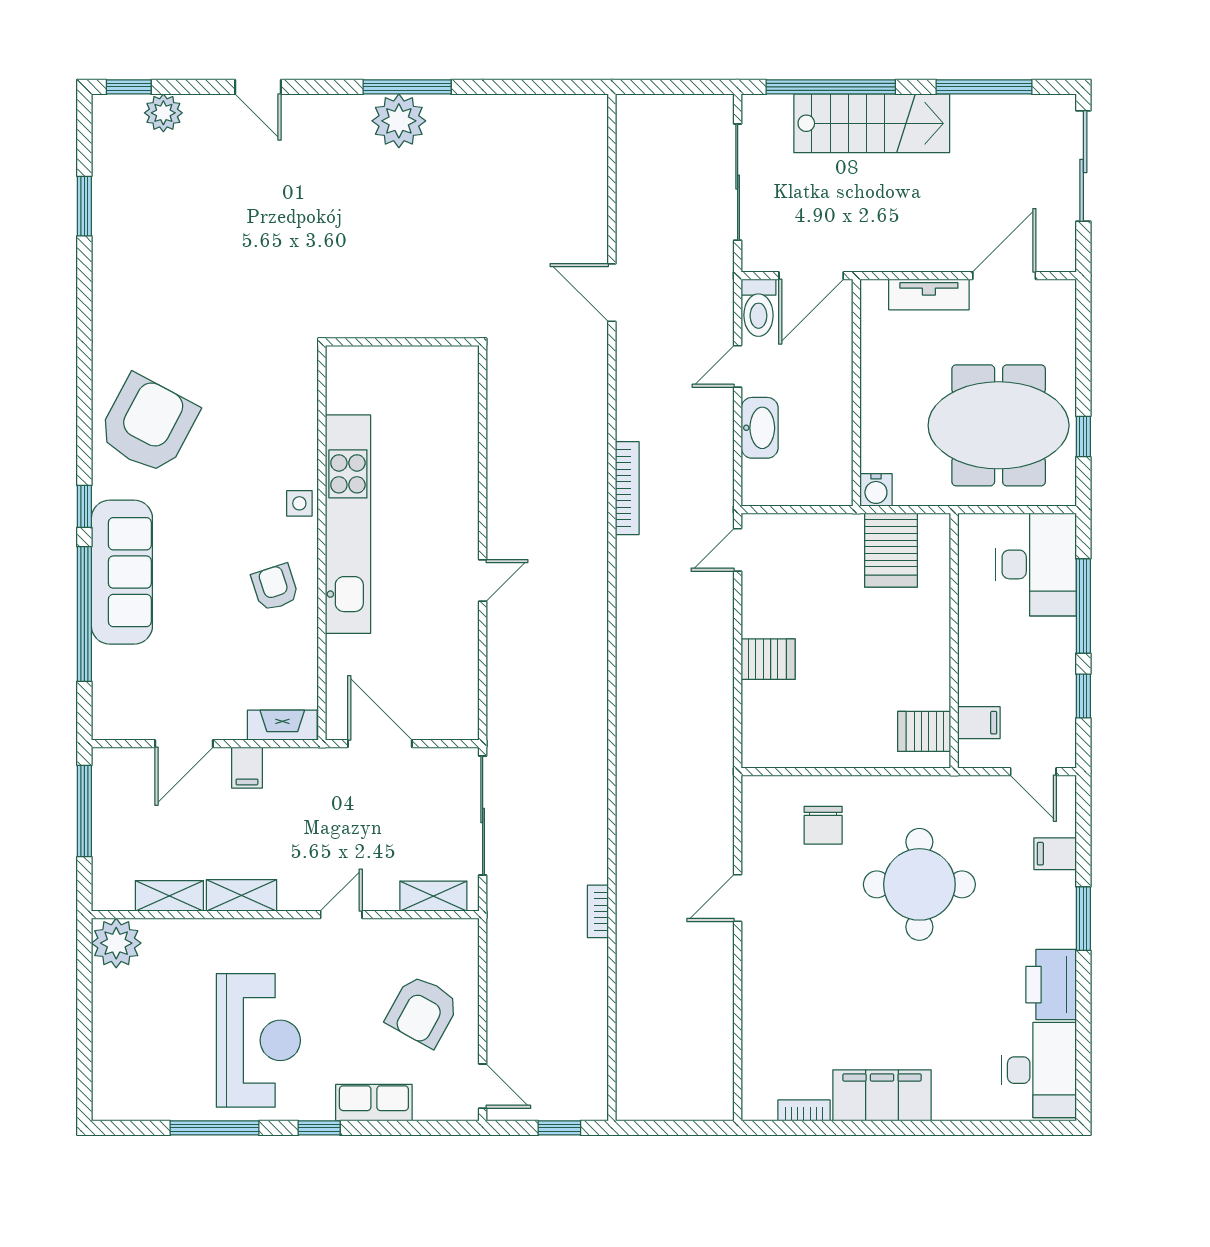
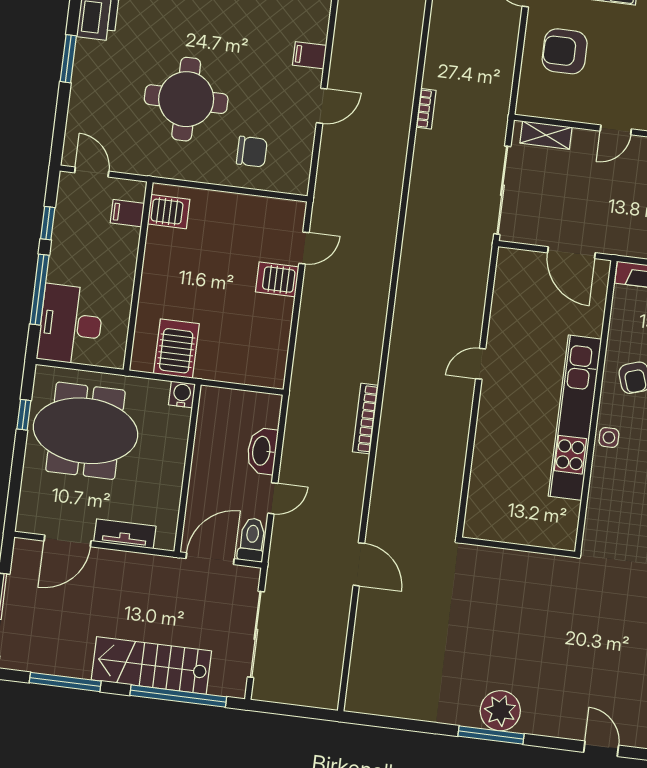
door: (738, 550) -> (304, 248), moved
chair: (823, 825) -> (252, 152), turned 90
filing cabinet: (1055, 854) -> (309, 55), moved, turned 180
armchair: (423, 1011) -> (565, 51), turned -119

